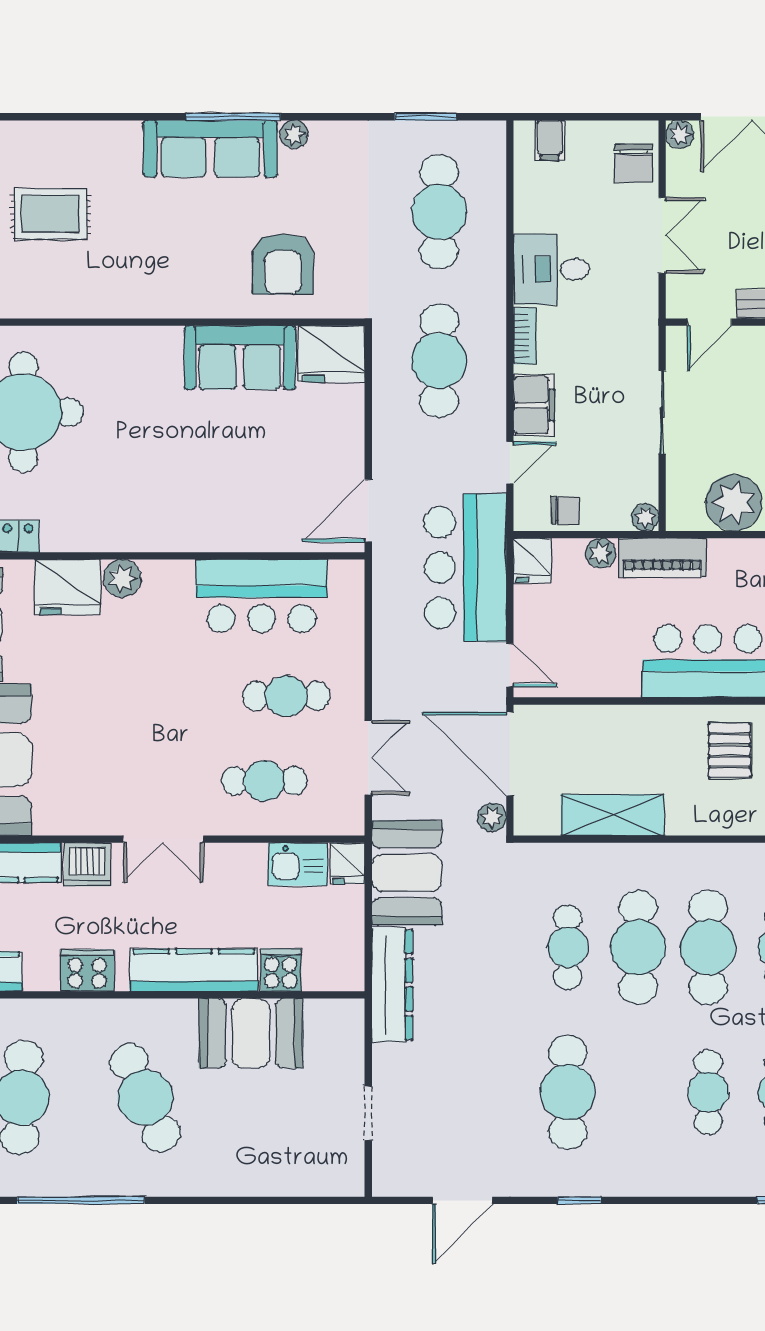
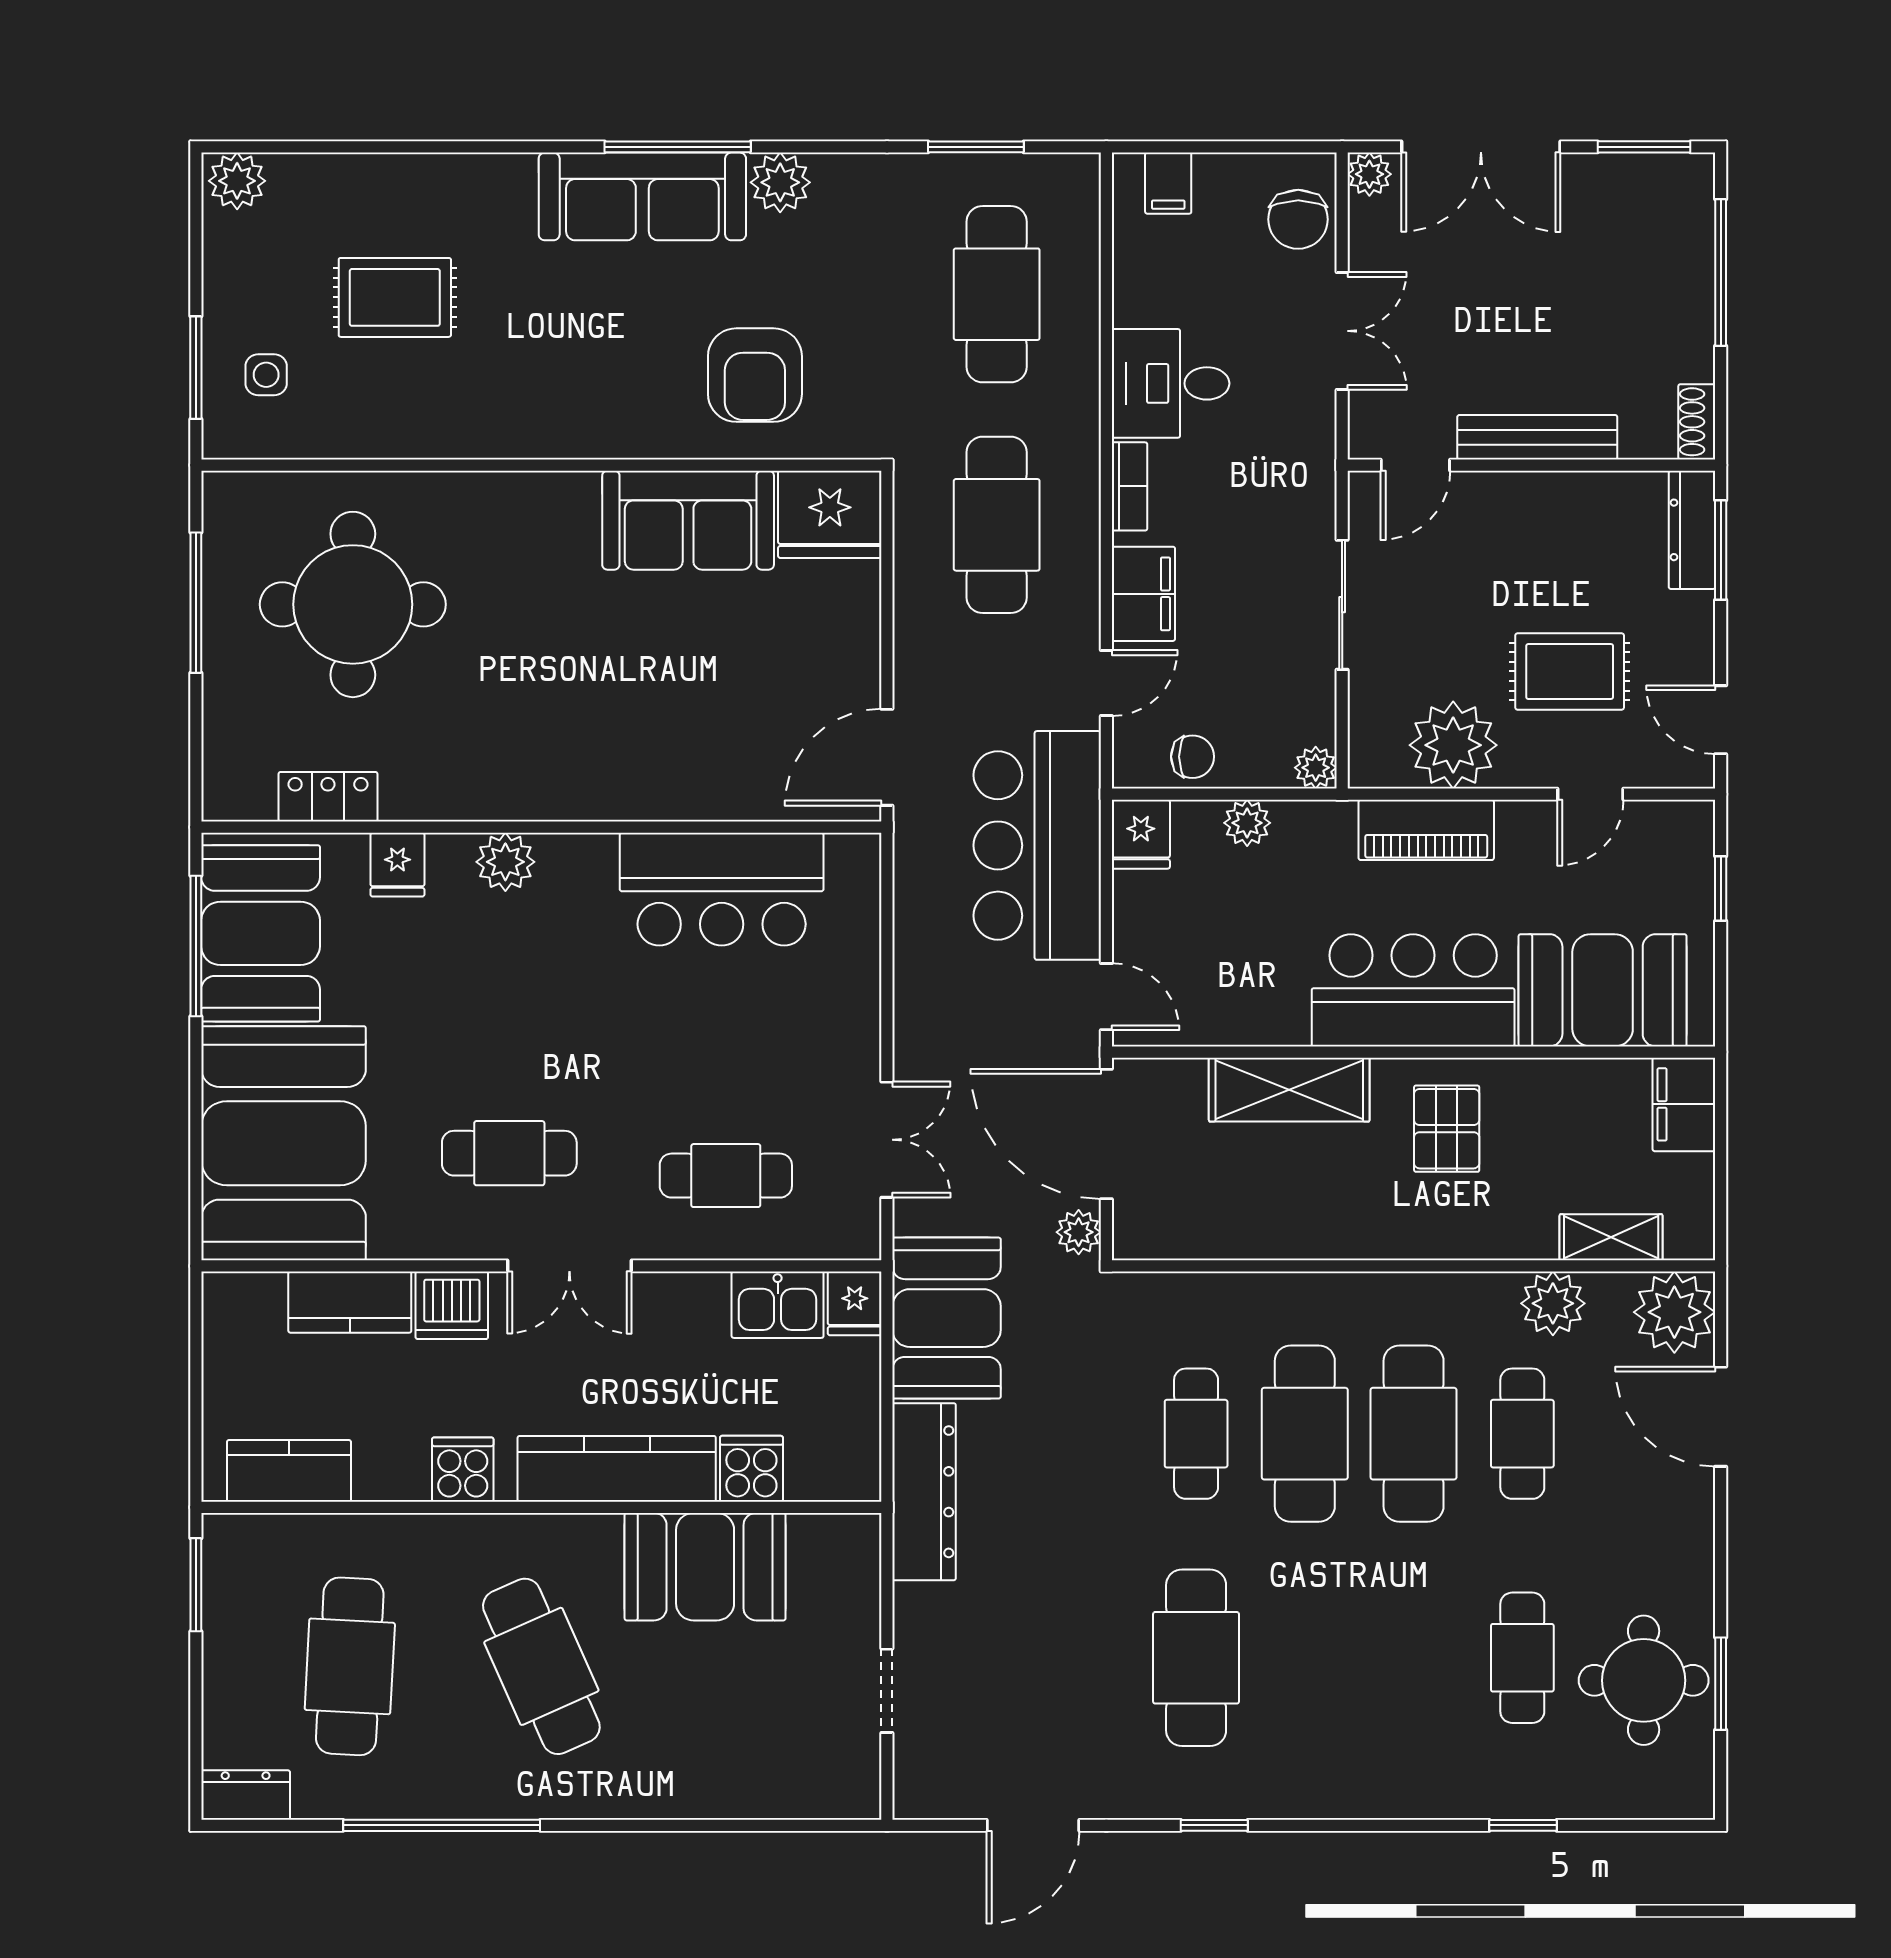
plant: (294, 134) -> (780, 182), width x1.38, depth x1.38
piano: (662, 558) -> (1426, 830), moved
fridge: (68, 587) -> (397, 865), width x0.53, depth x0.75
cafe table: (286, 696) -> (509, 1153), moved
shelving: (613, 815) -> (1289, 1090), moved
cooker: (87, 971) -> (463, 1470), width x0.73
cafe table: (708, 1092) -> (1414, 1658), removed

